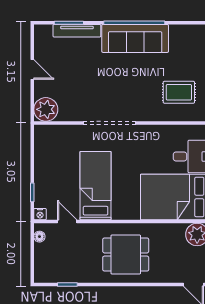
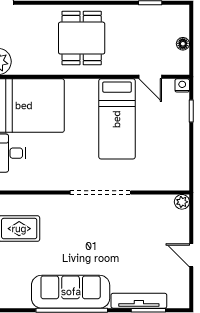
plant: (46, 109) -> (182, 202), width x0.53, depth x0.53
floor lamp: (39, 237) -> (183, 44), moved
dining table: (126, 254) -> (82, 38), turned 90

